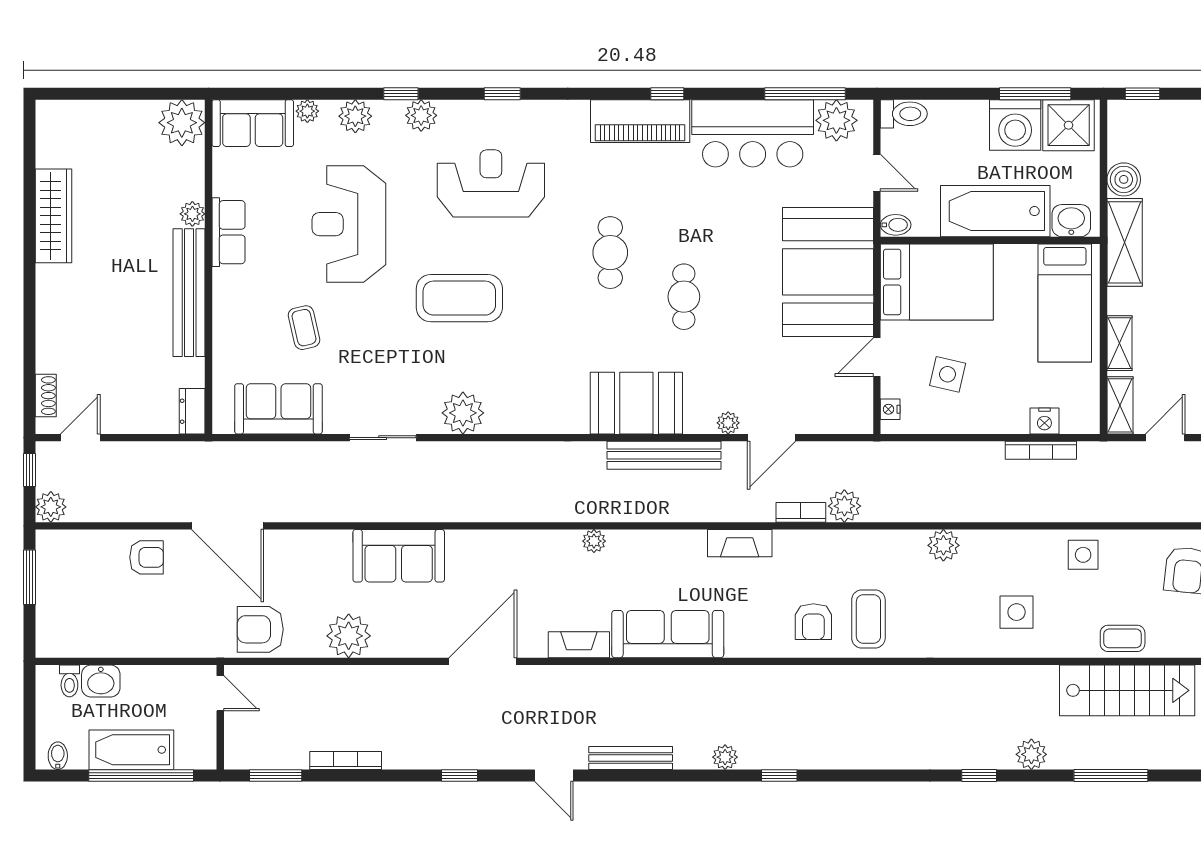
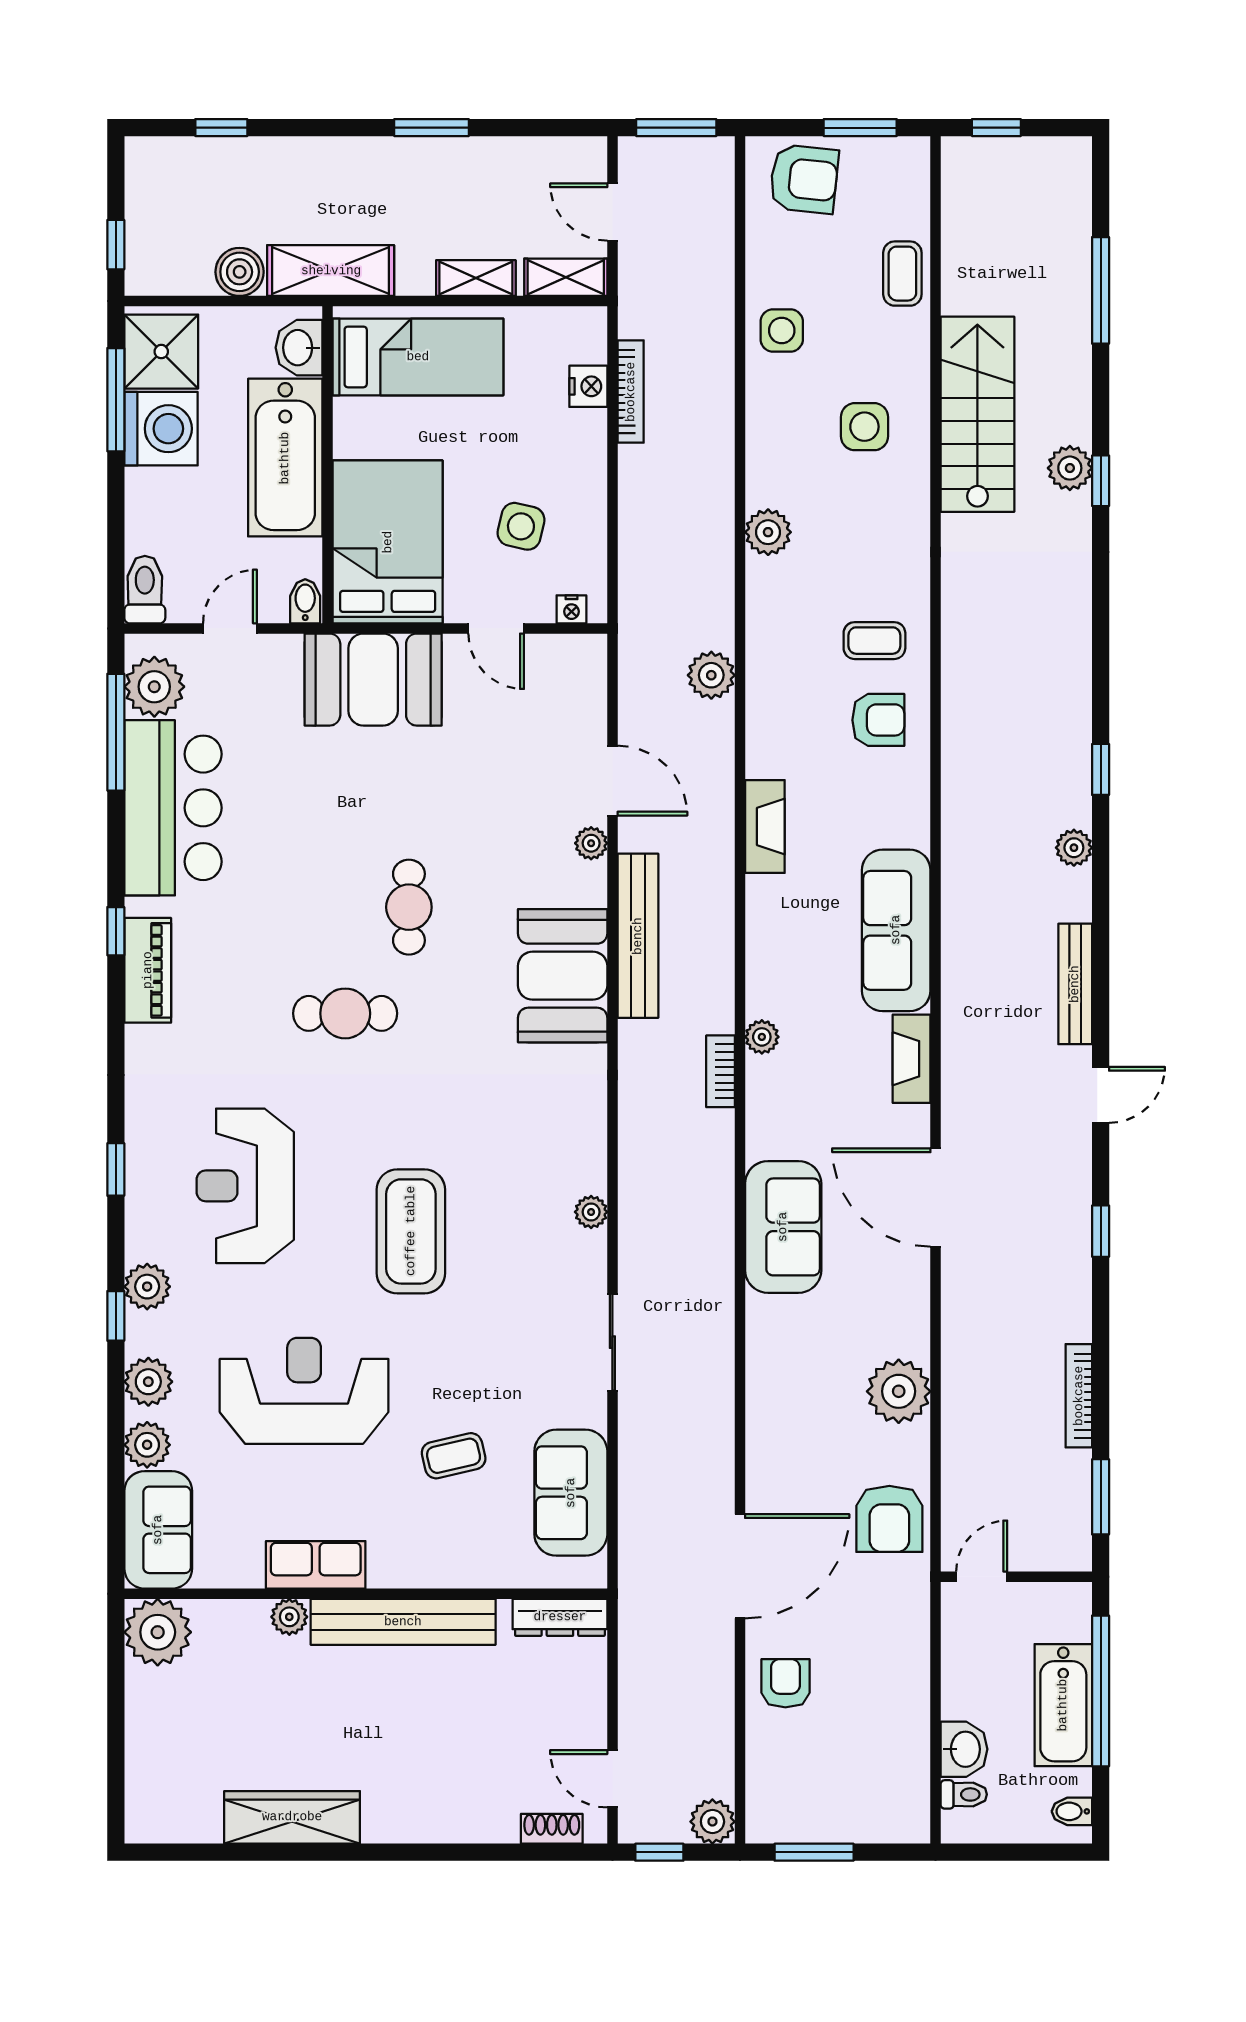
plant: (307, 111) -> (147, 1445), width x1.38, depth x1.38
piano: (640, 121) -> (148, 970), width x0.73, depth x0.75
reception desk: (349, 224) -> (304, 1391), turned 180
booth: (828, 272) -> (373, 680), width x0.73, depth x0.70
cafe table: (684, 297) -> (409, 907), turned 90
dresser: (192, 411) -> (560, 1617), width x1.44
plant: (463, 413) -> (591, 1212), width x0.53, depth x0.53
bookcase: (801, 512) -> (721, 1071), moved
sofa: (399, 556) -> (783, 1227), moved
coffee table: (868, 619) -> (874, 641), width x0.73, depth x0.77
stairs: (1127, 690) -> (977, 414), moved
plant: (1031, 754) -> (1070, 468), moved

